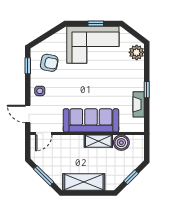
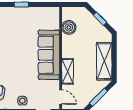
fireplace: (139, 104) -> (35, 12), removed
shelving: (98, 141) -> (68, 71), moved

